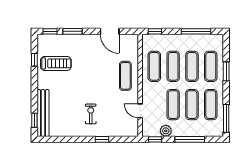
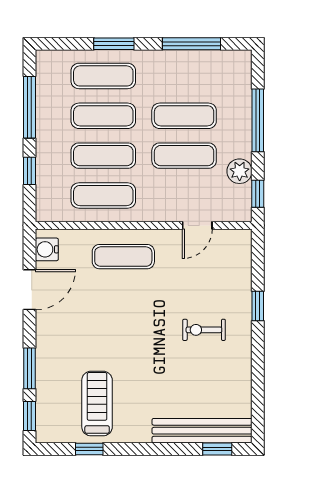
window: (155, 31) -> (30, 171), moved
water cooler: (129, 40) -> (47, 249), added
exercise mat: (211, 105) -> (184, 76), removed
window: (226, 118) -> (191, 44), moved

